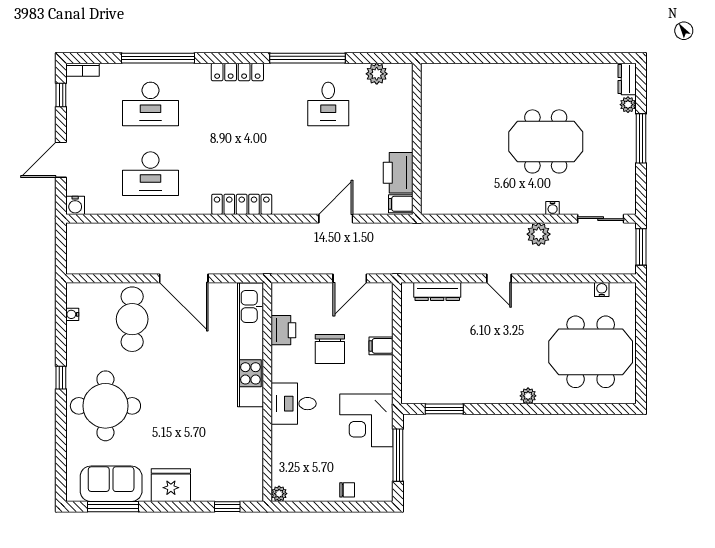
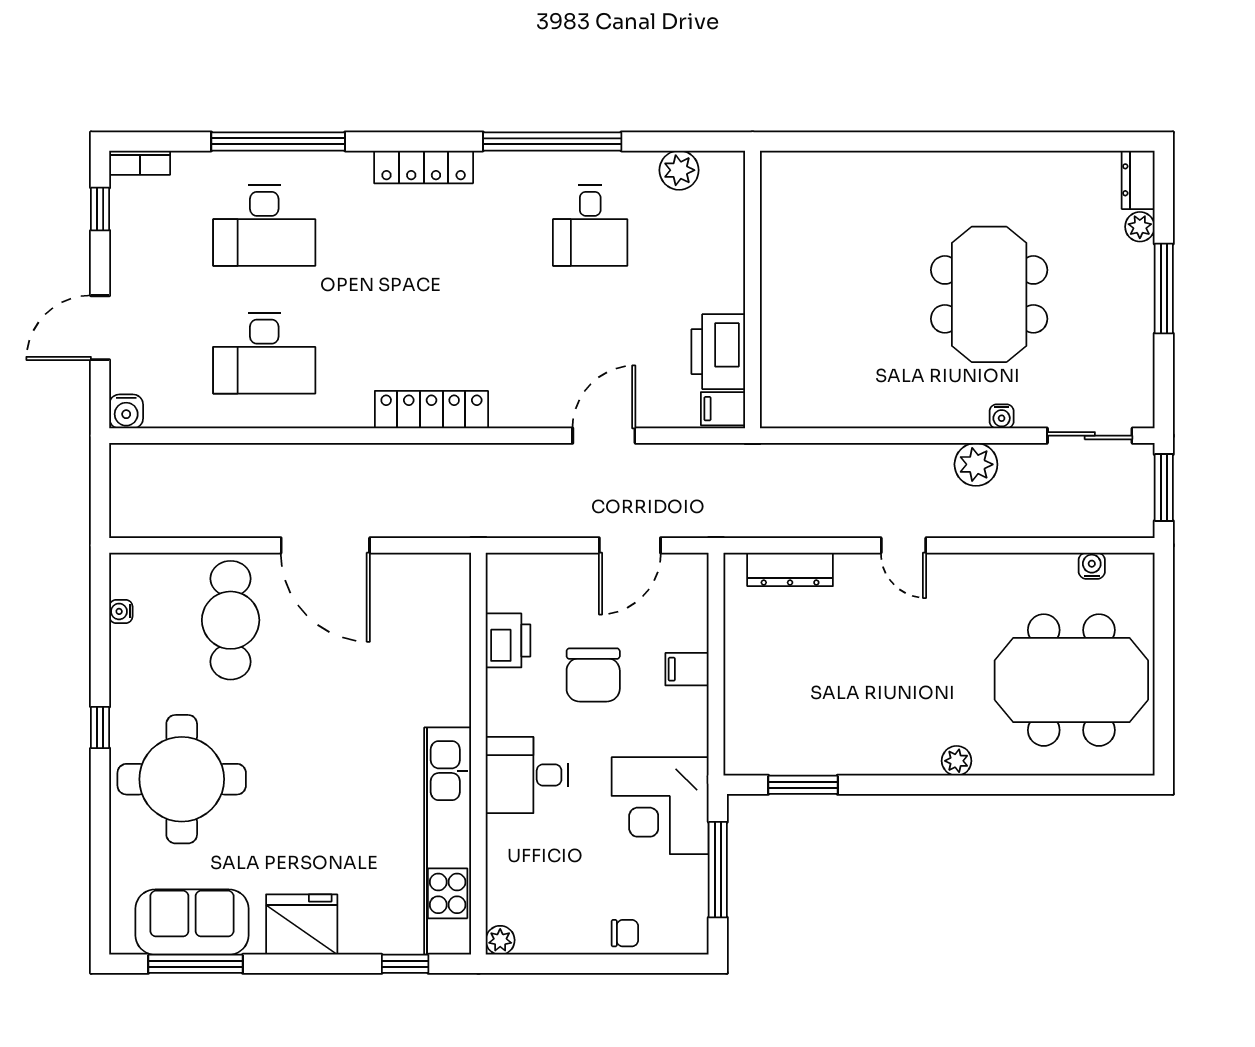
meeting table: (546, 141) -> (989, 294), turned 90
kitchen unit: (250, 345) -> (448, 841), moved

